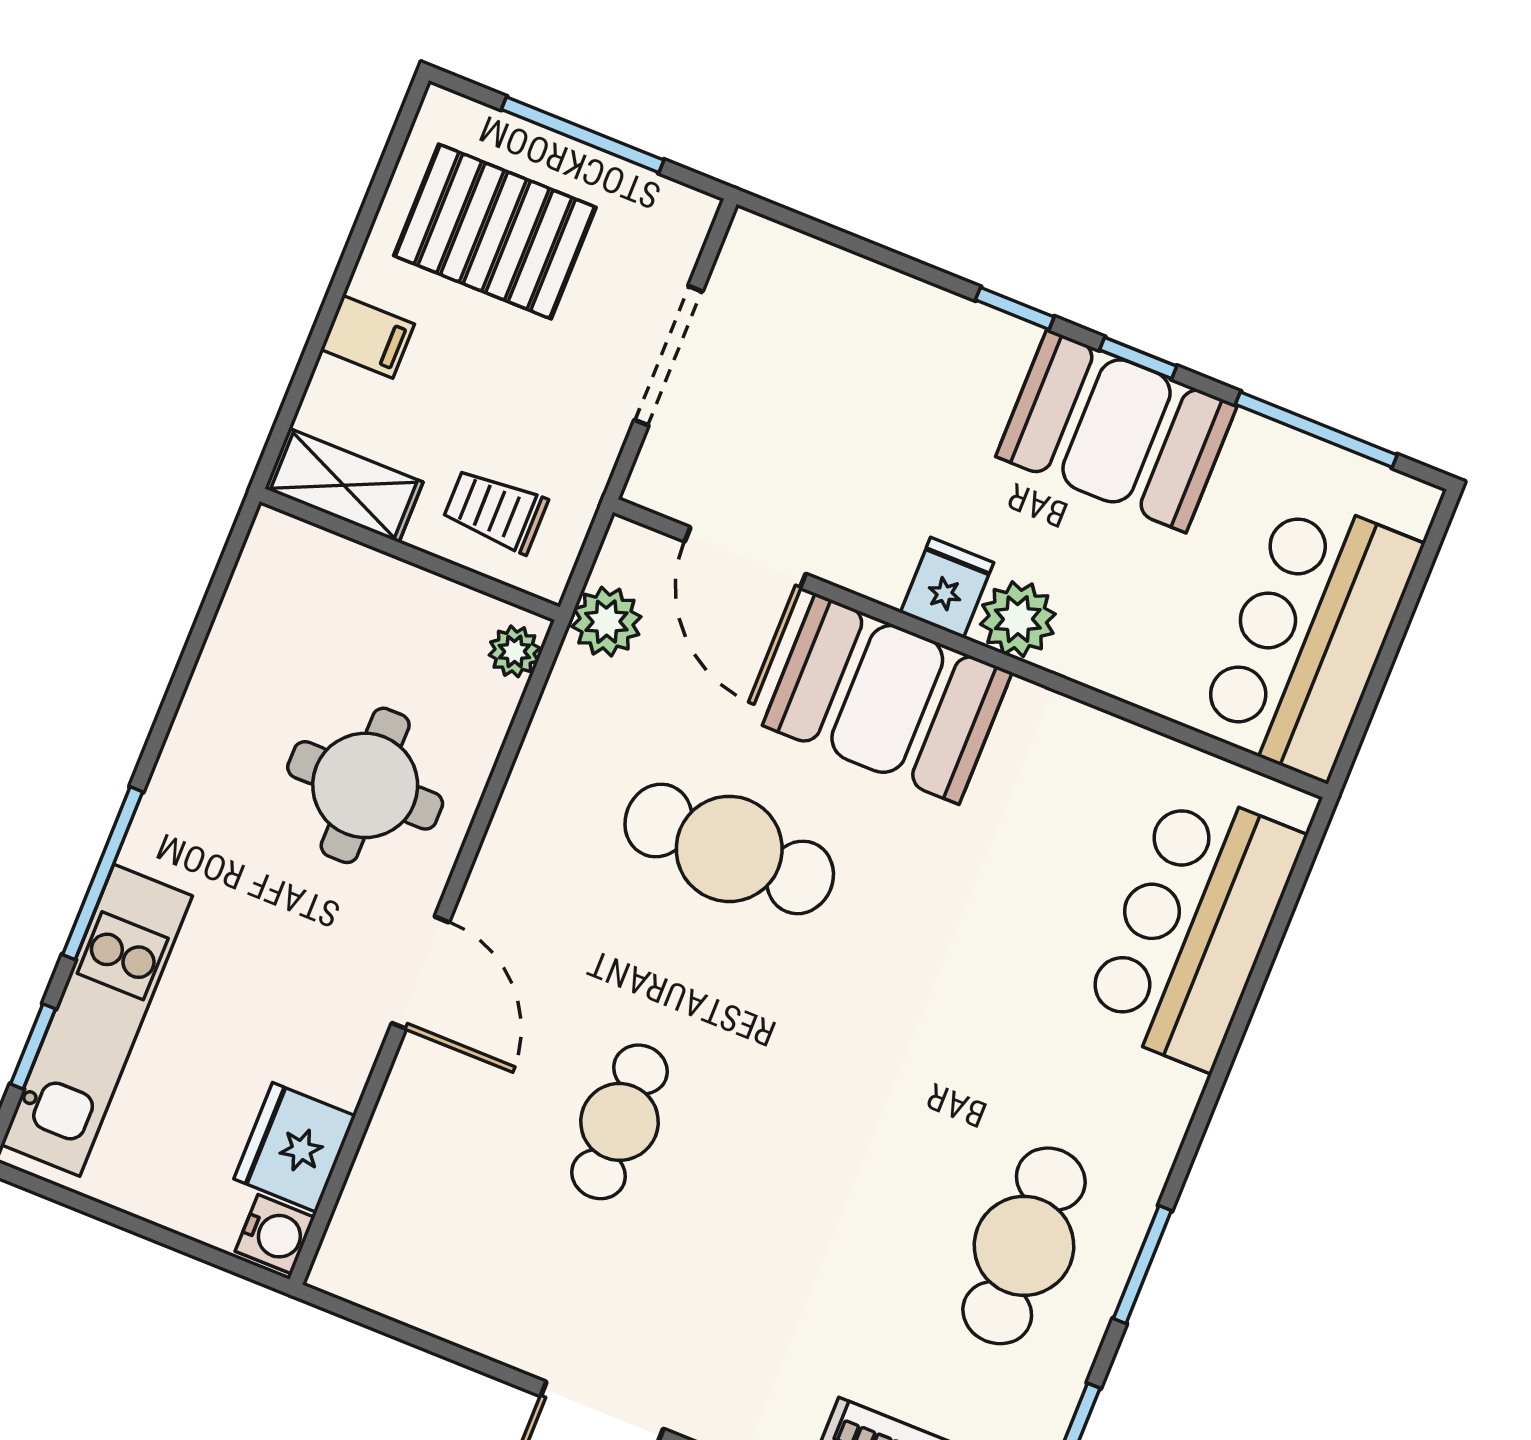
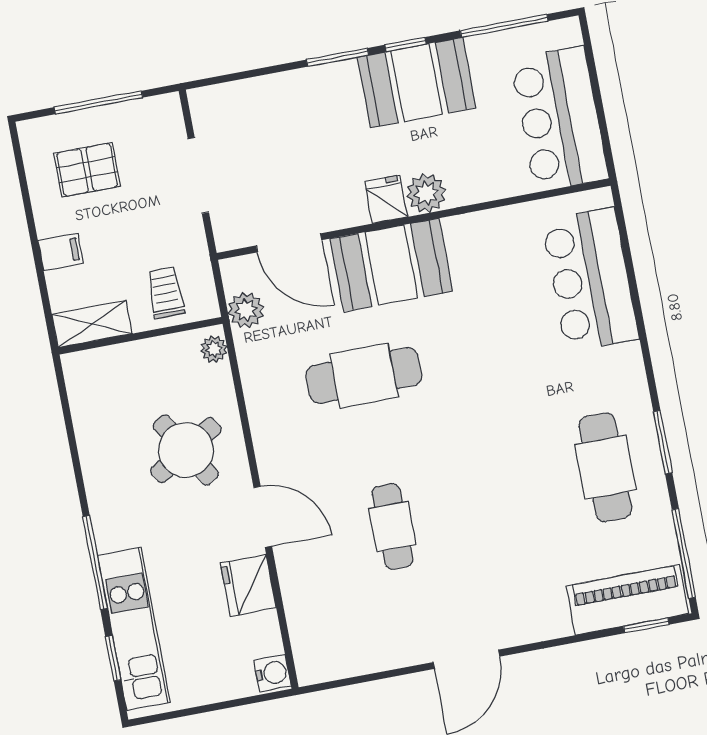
pallet: (495, 231) -> (87, 170), width x0.67, depth x0.71
window: (1015, 308) -> (338, 57), width x1.50
trolley: (495, 511) -> (166, 292), turned 90
round table: (365, 785) -> (186, 450), turned -31
fridge: (295, 1147) -> (248, 585), moved

